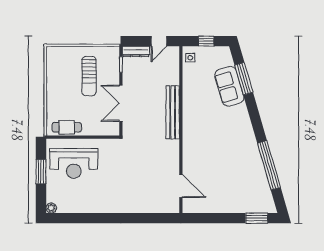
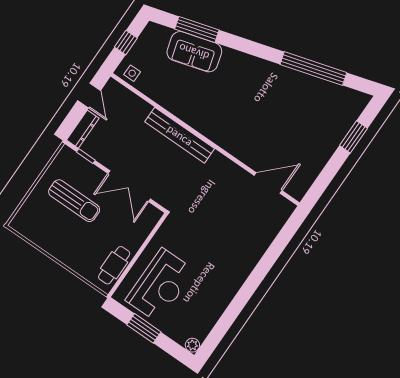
window: (257, 218) -> (353, 137), moved

